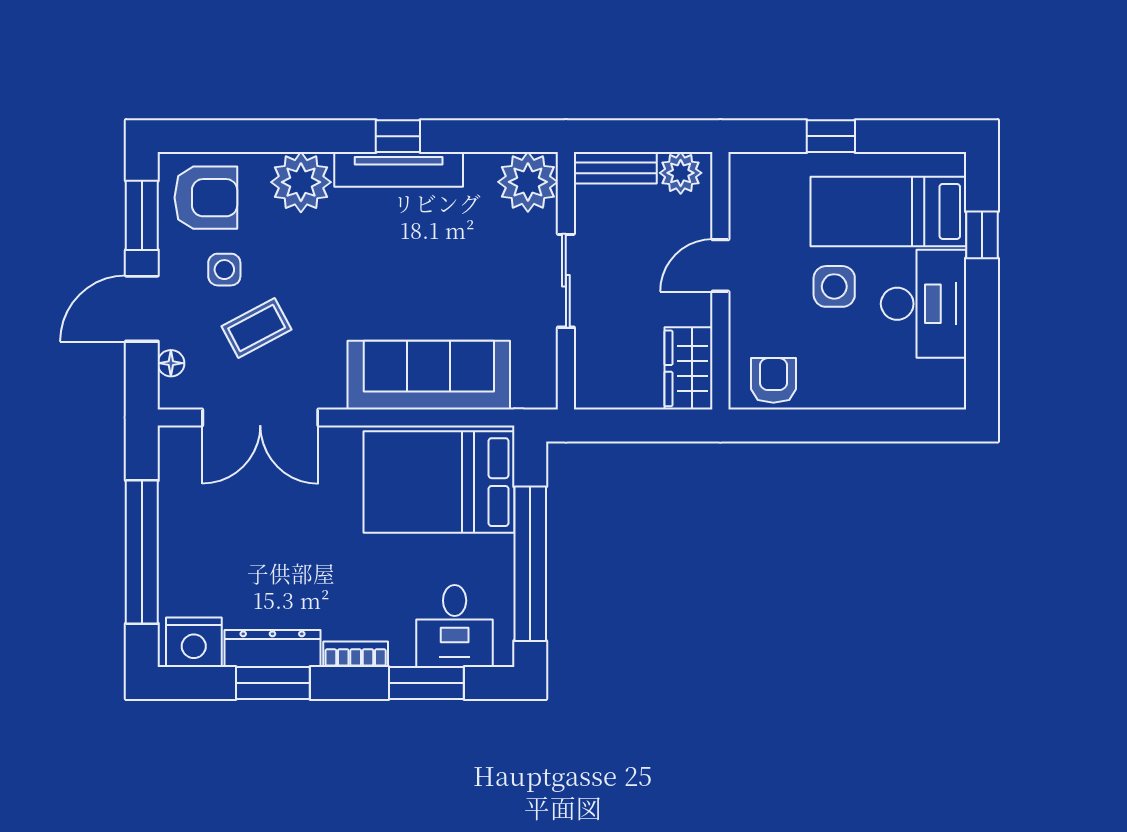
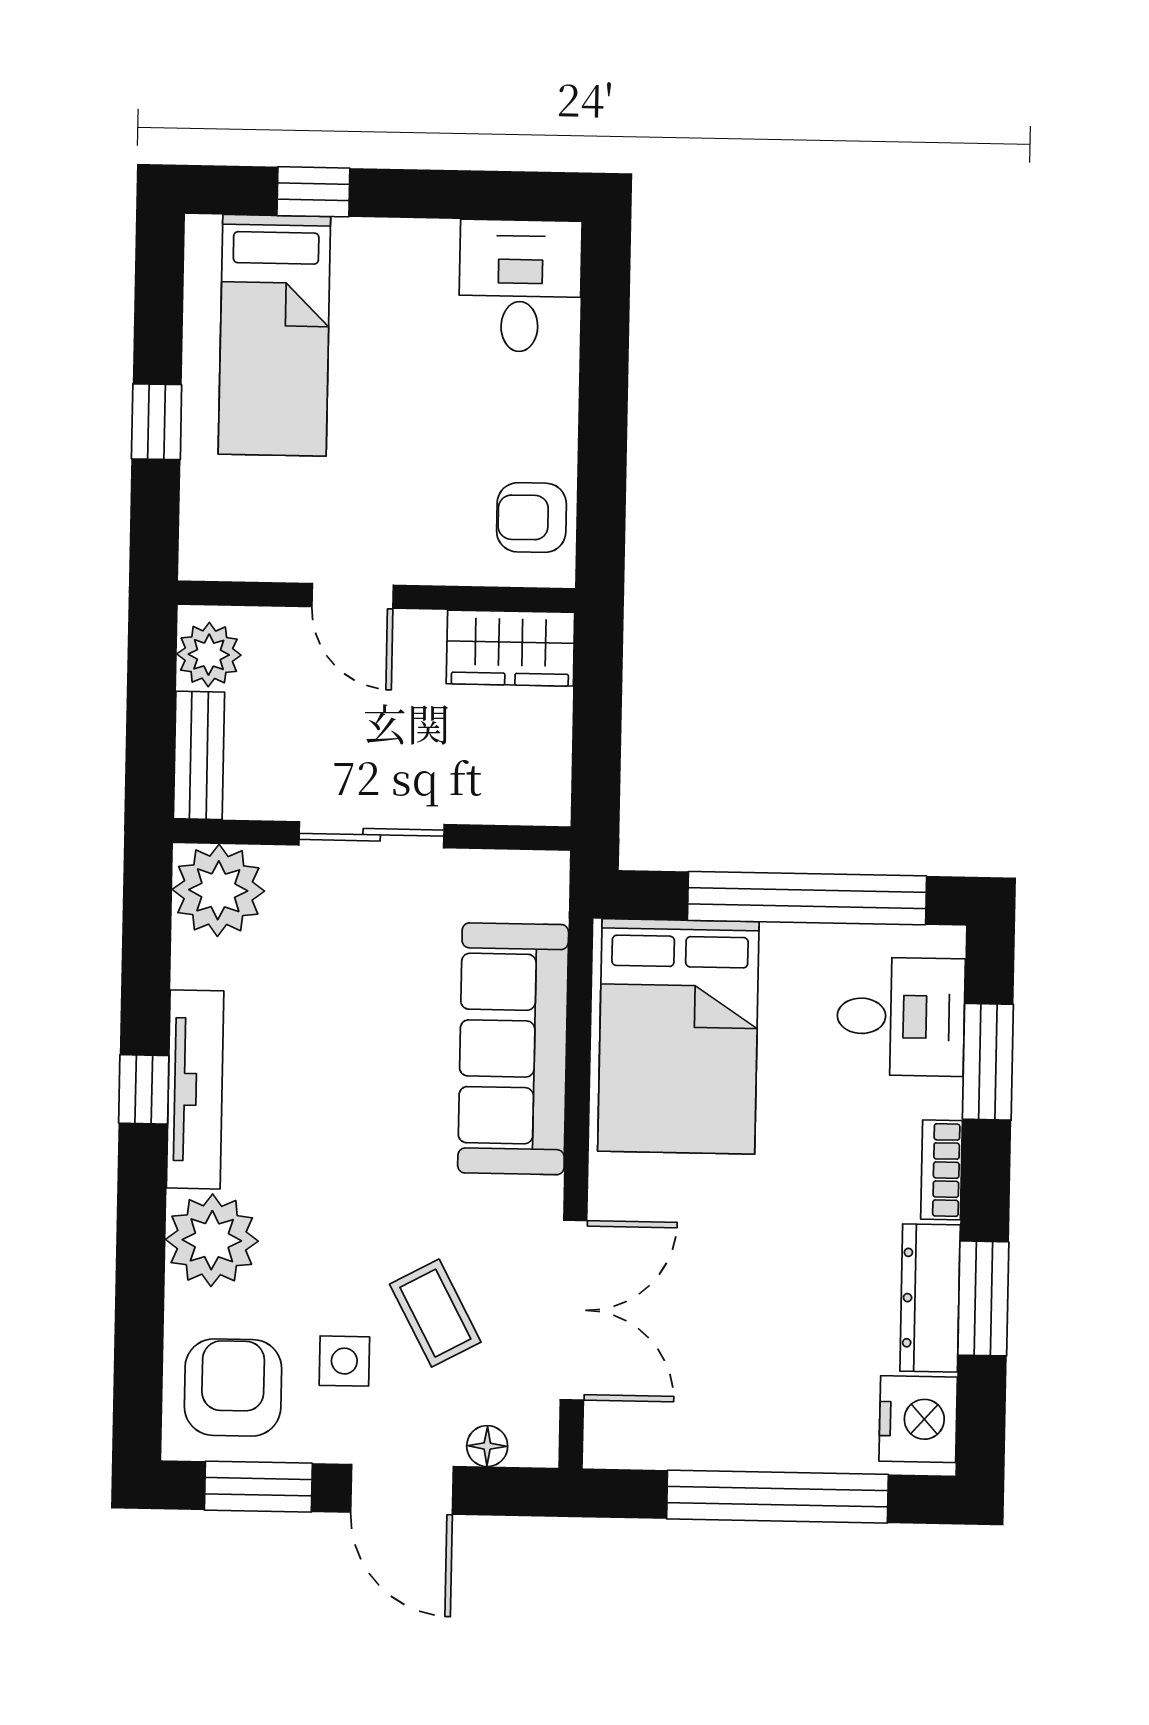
side table: (834, 286) -> (388, 421), removed
desk: (924, 304) -> (520, 286), moved, width x0.73

